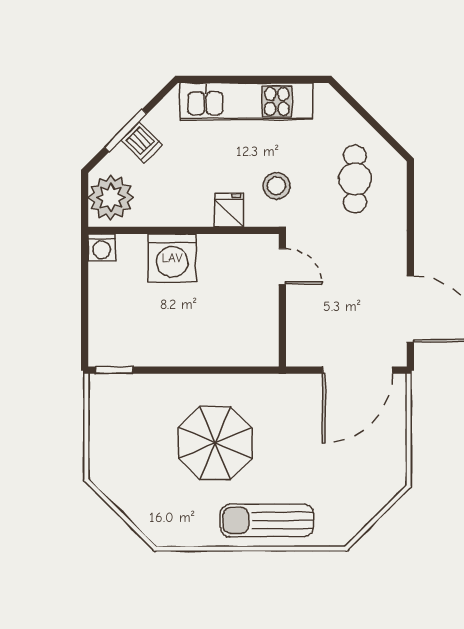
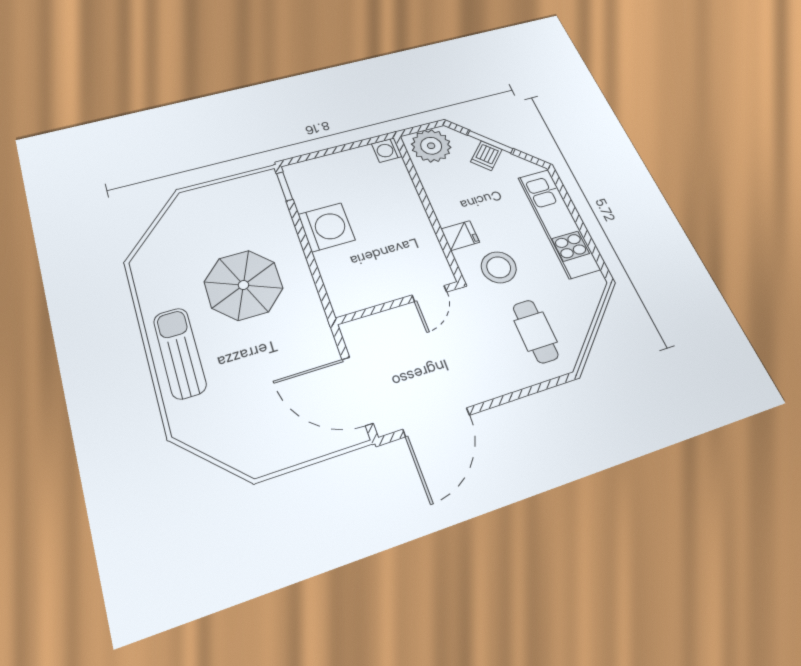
cafe table: (355, 179) -> (535, 331), turned 90
stool: (276, 186) -> (499, 267), width x1.38, depth x1.38
washing machine: (172, 258) -> (327, 227), moved, turned 180

